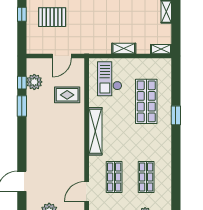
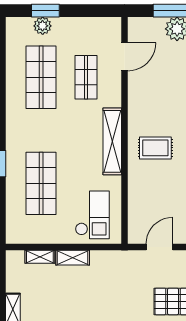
shelving: (161, 49) -> (40, 257), moved
rug: (67, 95) -> (155, 148), moved
shop shelf: (146, 177) -> (41, 77), width x1.43, depth x1.36

